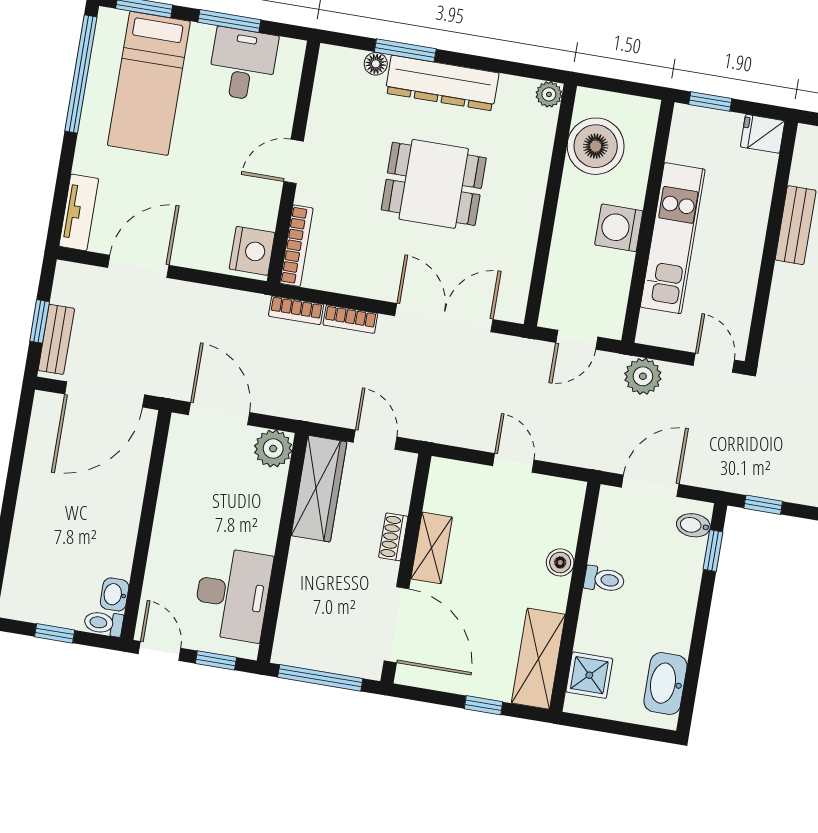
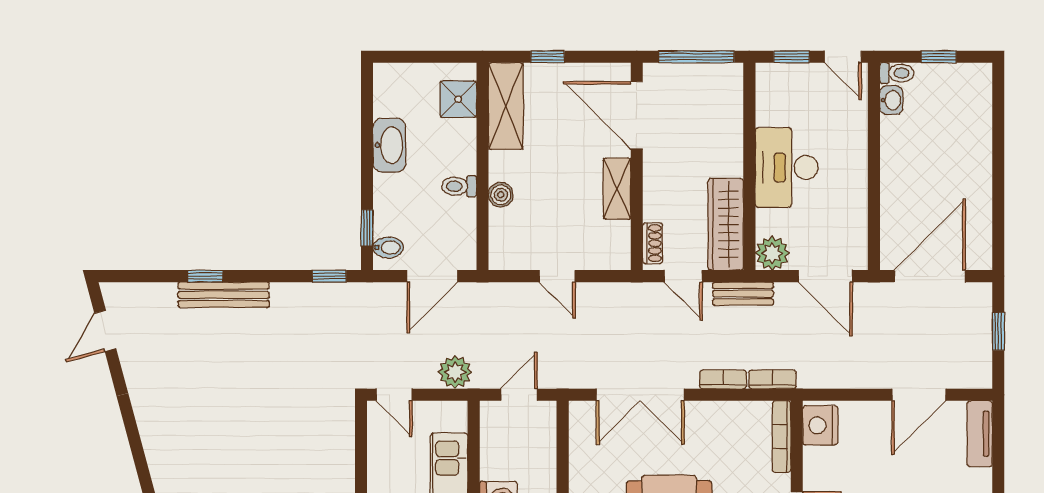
bench: (56, 339) -> (743, 294), moved, turned 90
shoe rack: (393, 537) -> (653, 243), moved
desk: (233, 594) -> (787, 168), moved
washbasin: (665, 684) -> (389, 145), moved

